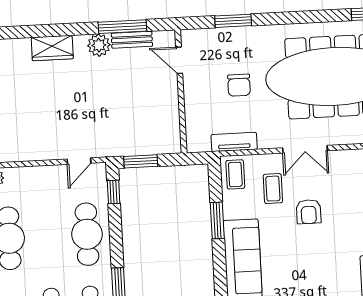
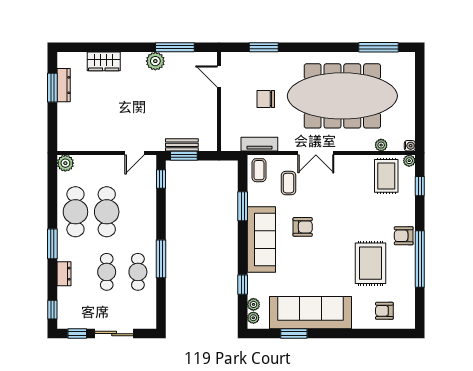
bench: (132, 40) -> (182, 145), moved
wardrobe: (52, 48) -> (104, 61), moved
chair: (239, 85) -> (266, 99), turned 90
armchair: (309, 212) -> (303, 227), moved, turned -90
cafe table: (87, 234) -> (107, 212), moved

